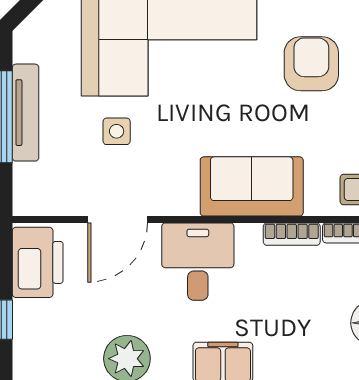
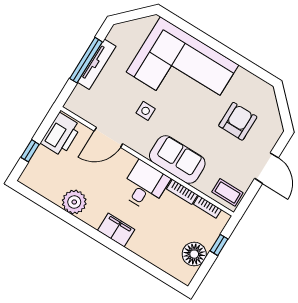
side table: (117, 131) -> (146, 111), moved
desk: (198, 262) -> (145, 186), moved

